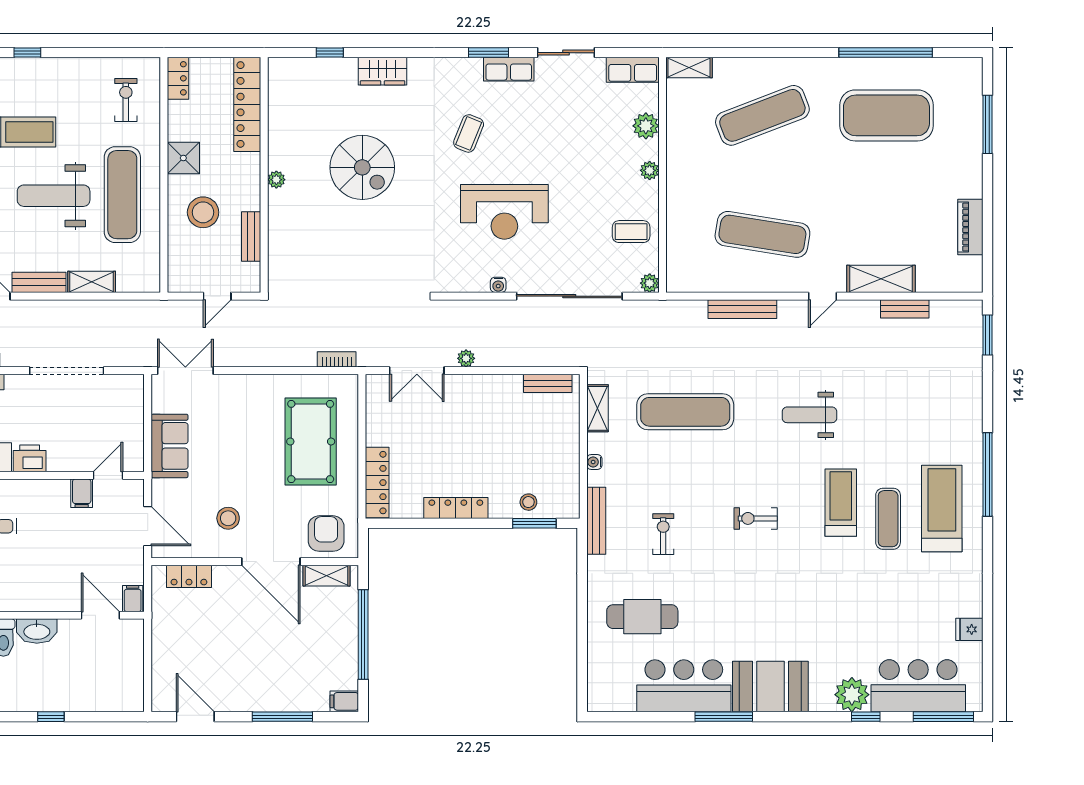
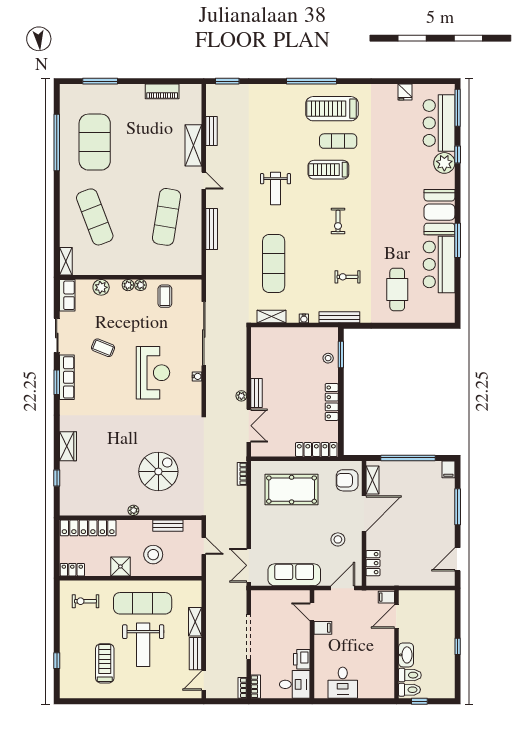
row of seats: (509, 69) -> (67, 377), width x1.48
coffee table: (469, 133) -> (103, 348), moved
spiral stairs: (362, 167) -> (158, 471), moved
plant: (650, 283) -> (141, 285), moved
bench: (548, 383) -> (256, 393), moved
sofa: (170, 446) -> (294, 575), width x1.36

